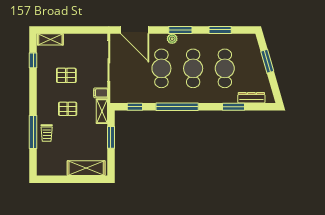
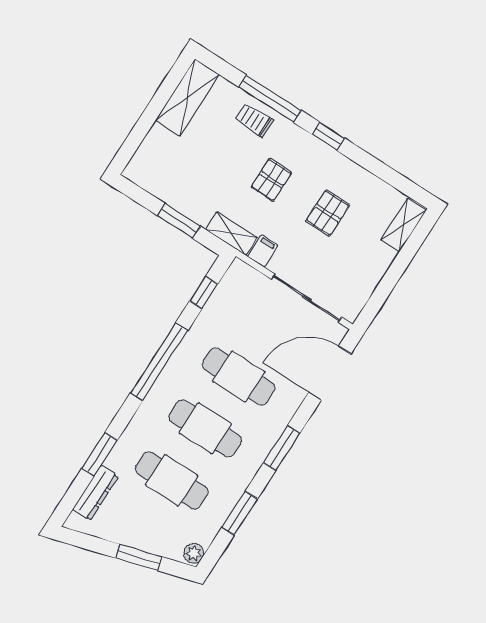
plant: (172, 39) -> (194, 553), moved
window: (33, 60) -> (328, 136), moved
shelving: (86, 168) -> (187, 97), moved

